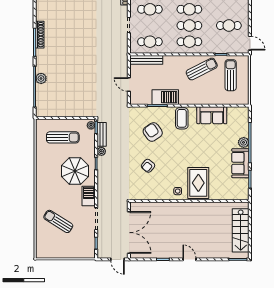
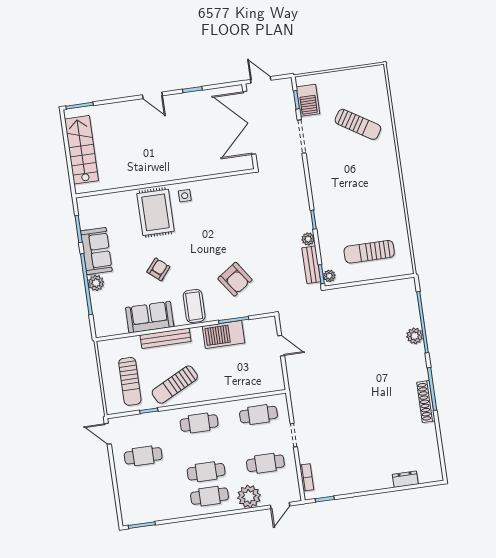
cafe table: (189, 25) -> (203, 447), removed
bench: (146, 60) -> (166, 338), moved
armchair: (148, 166) -> (158, 269), moved
parasol: (75, 171) -> (344, 204), removed
barbecue: (89, 196) -> (308, 100), moved

